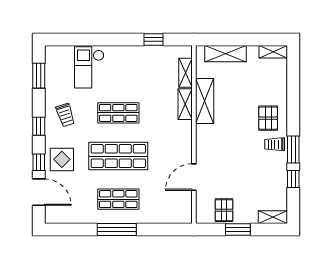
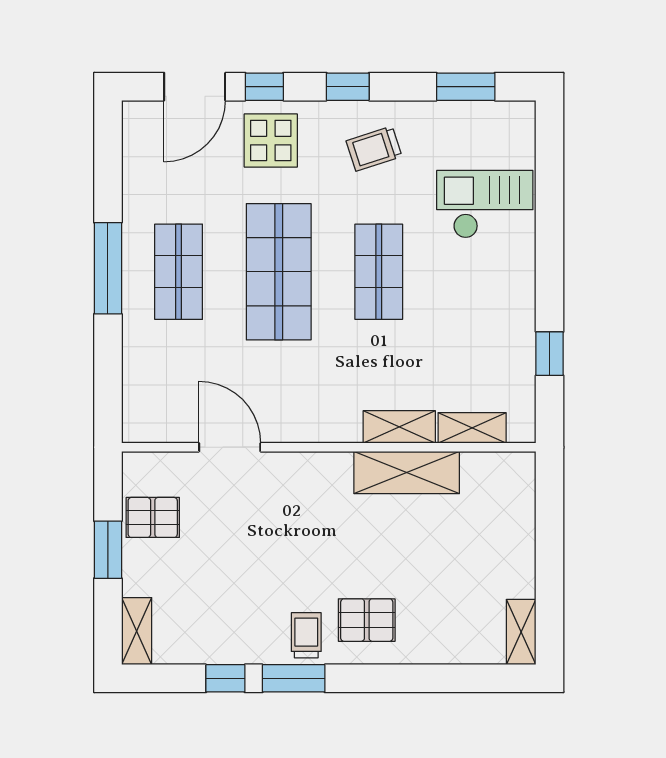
shelving: (226, 54) -> (517, 521), removed

